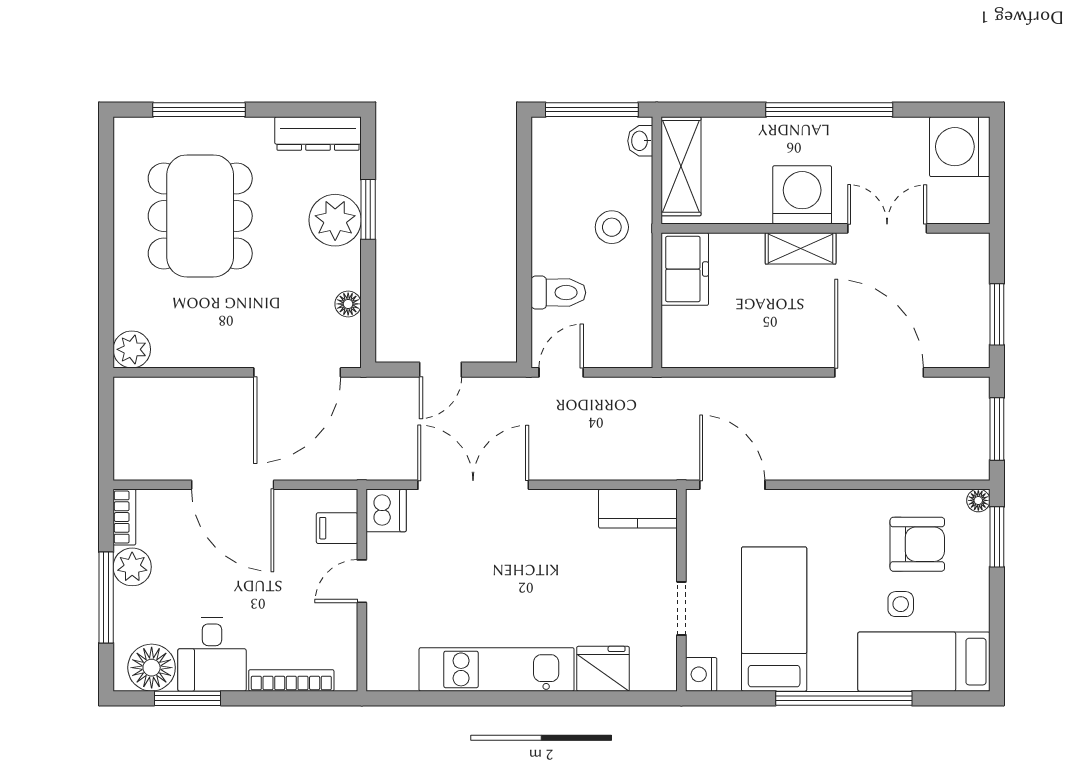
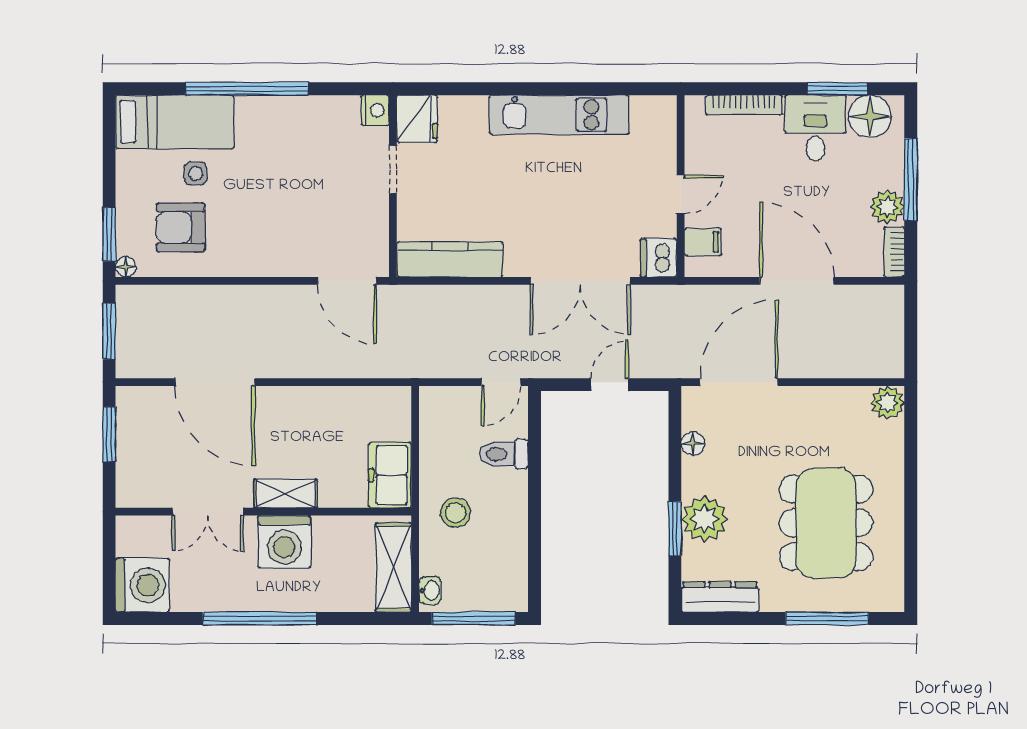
kitchen counter: (638, 509) -> (450, 259), width x1.50
bed: (774, 619) -> (310, 160), removed
fridge: (603, 669) -> (417, 119), moved, turned -90

